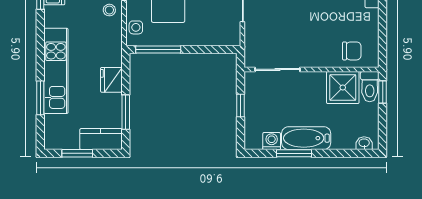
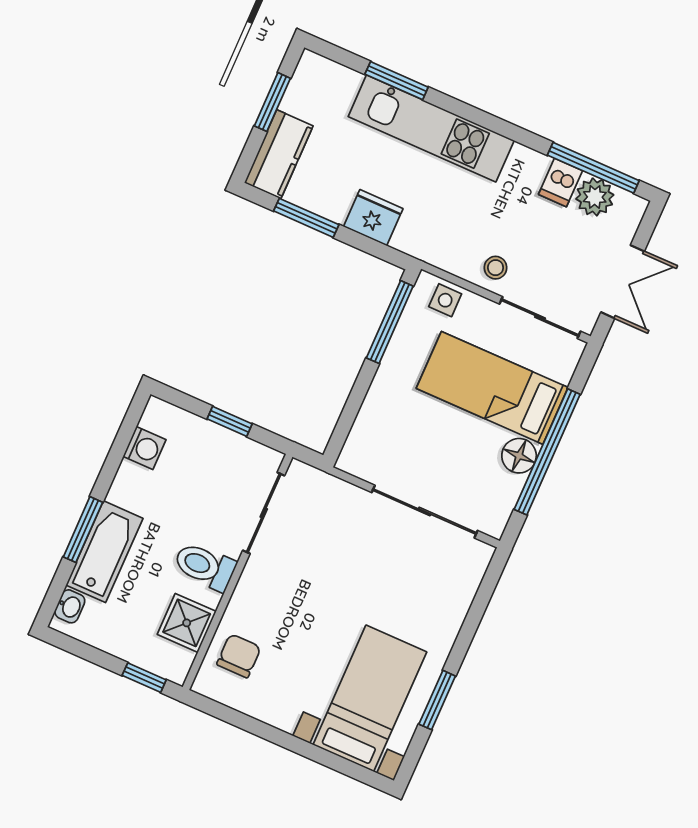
chair: (352, 51) -> (239, 656), turned 180
shower: (343, 87) -> (187, 623), width x0.73, depth x0.73
toilet: (370, 87) -> (205, 566), moved
bathtub: (306, 138) -> (104, 552), moved
window: (294, 153) -> (83, 530), moved

